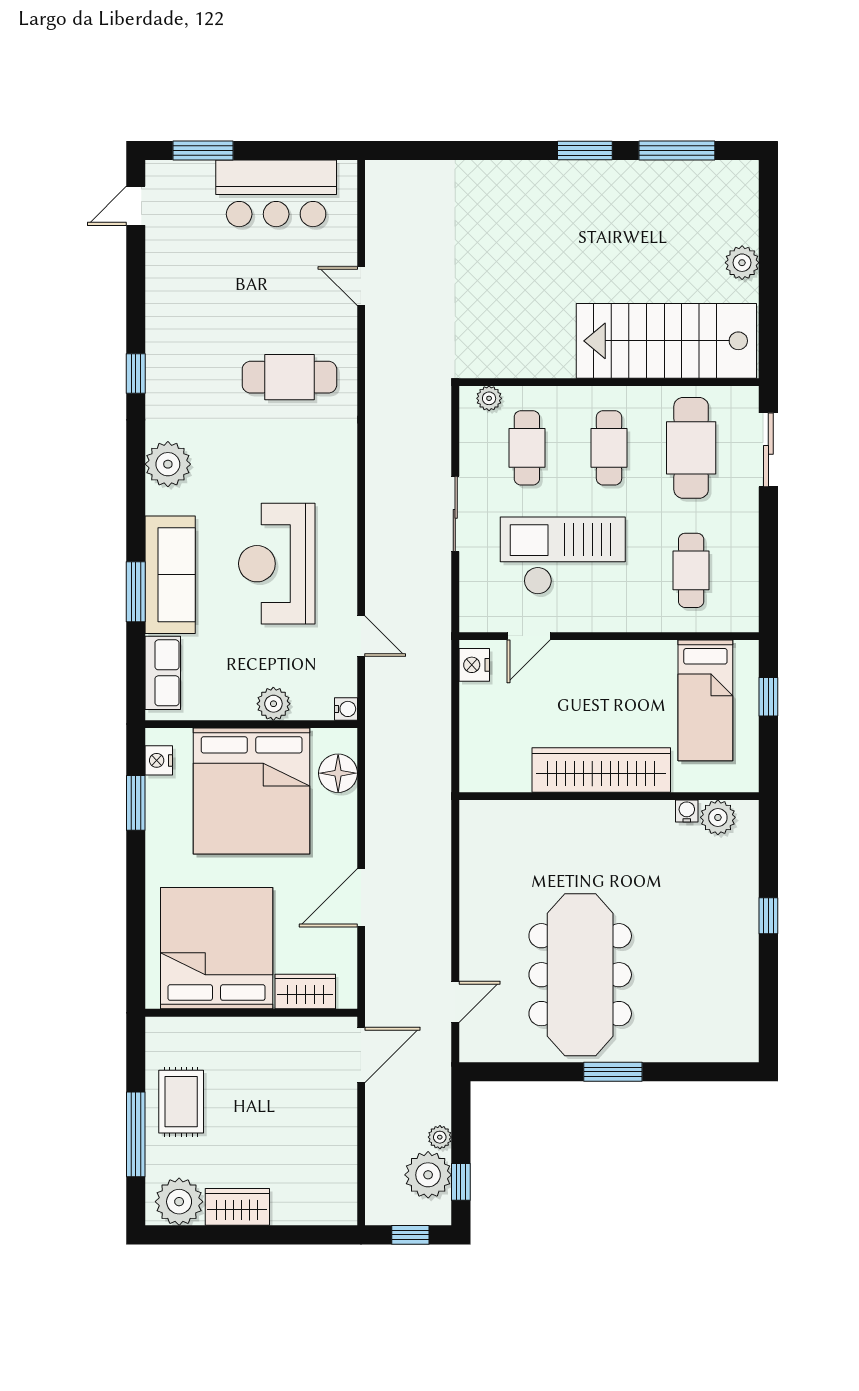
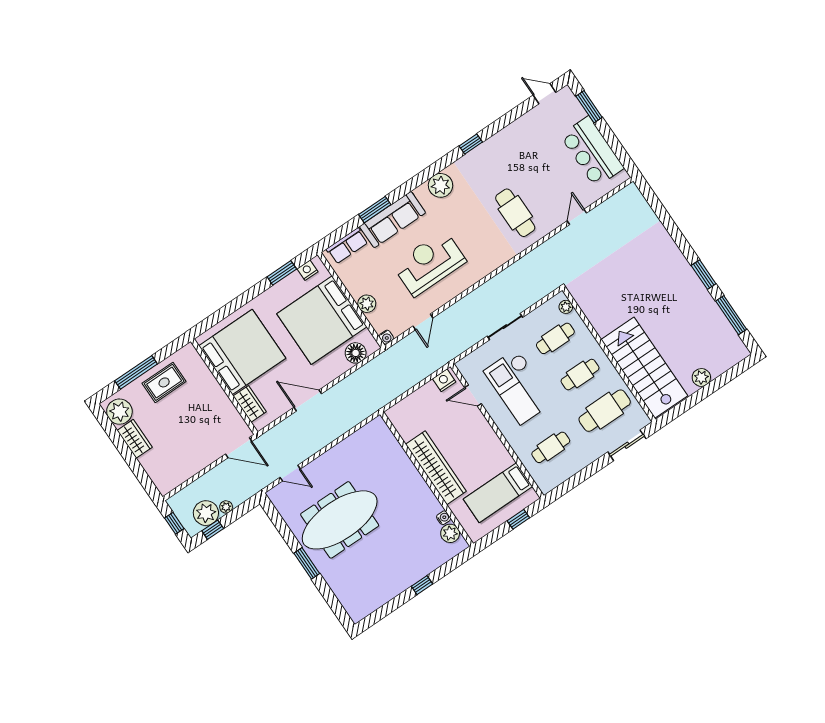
checkout: (563, 556) -> (519, 387), turned 180

